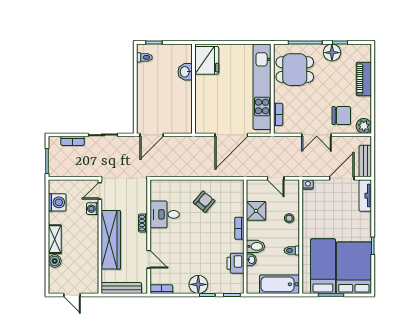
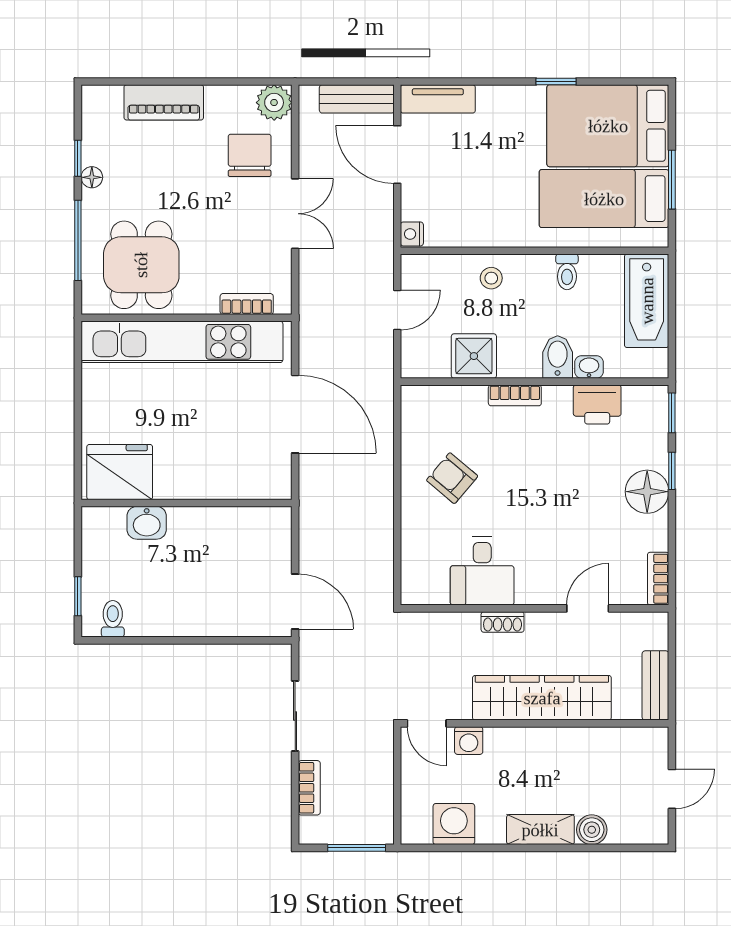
floor lamp: (332, 53) -> (92, 177), width x0.53, depth x0.53
bench: (121, 288) -> (655, 685), width x0.73

